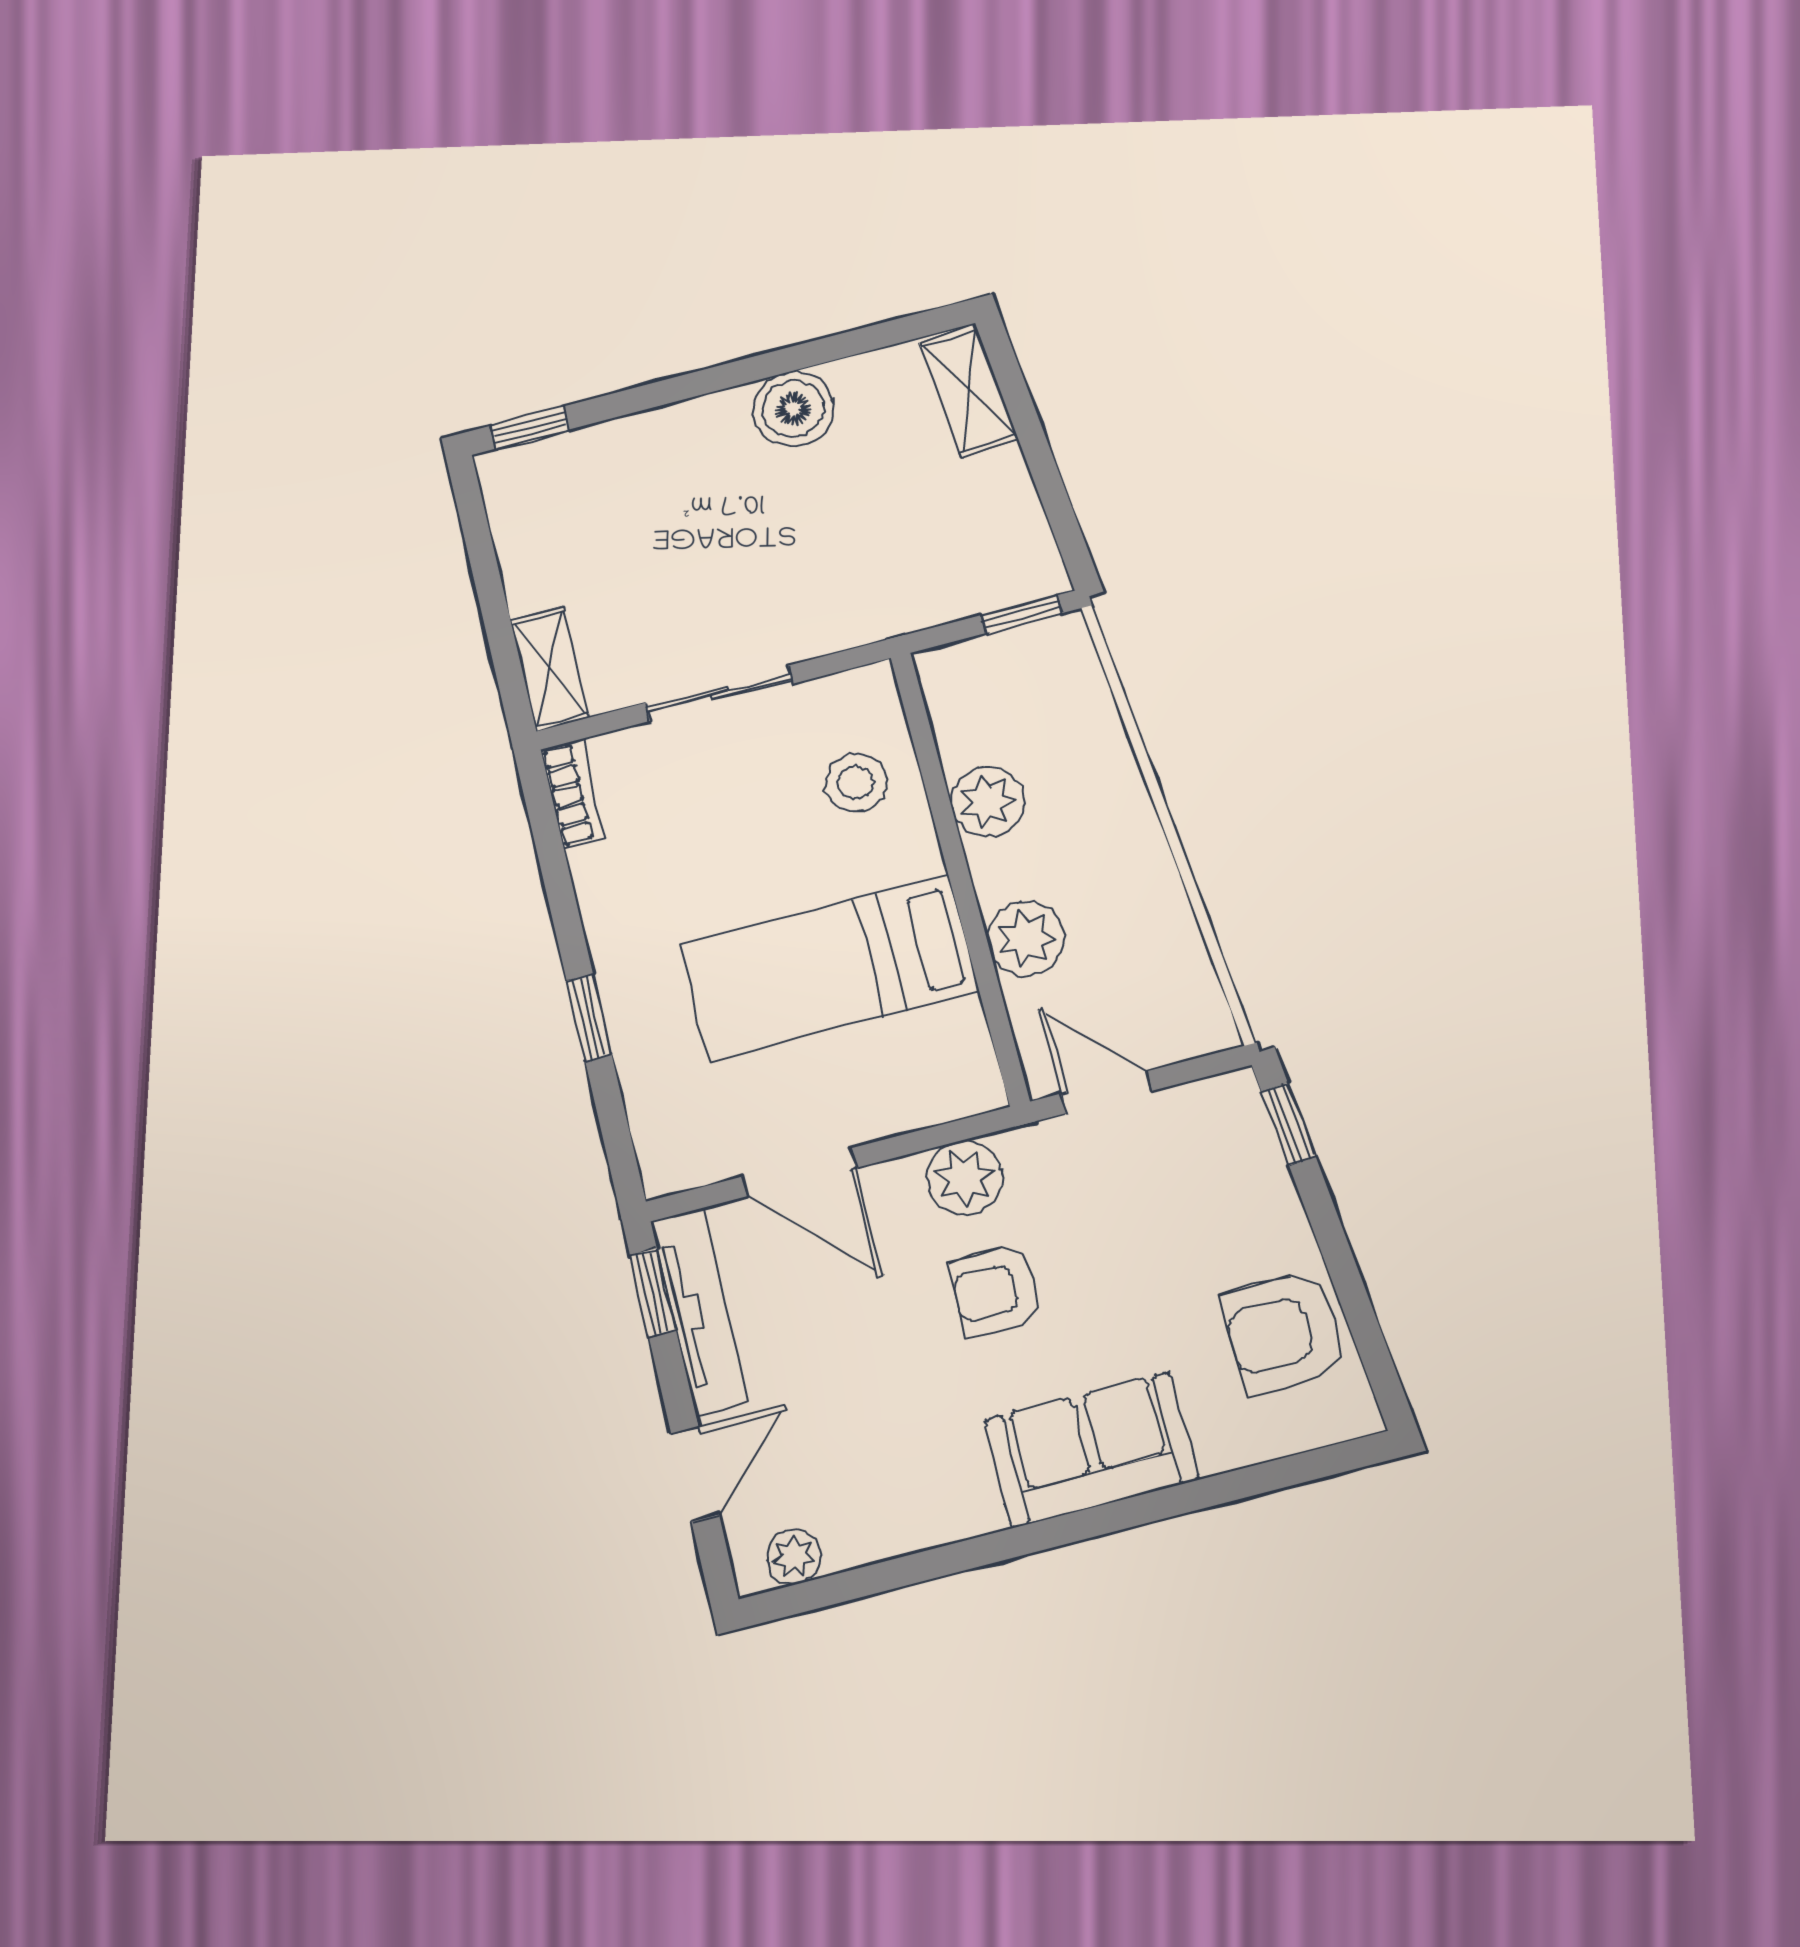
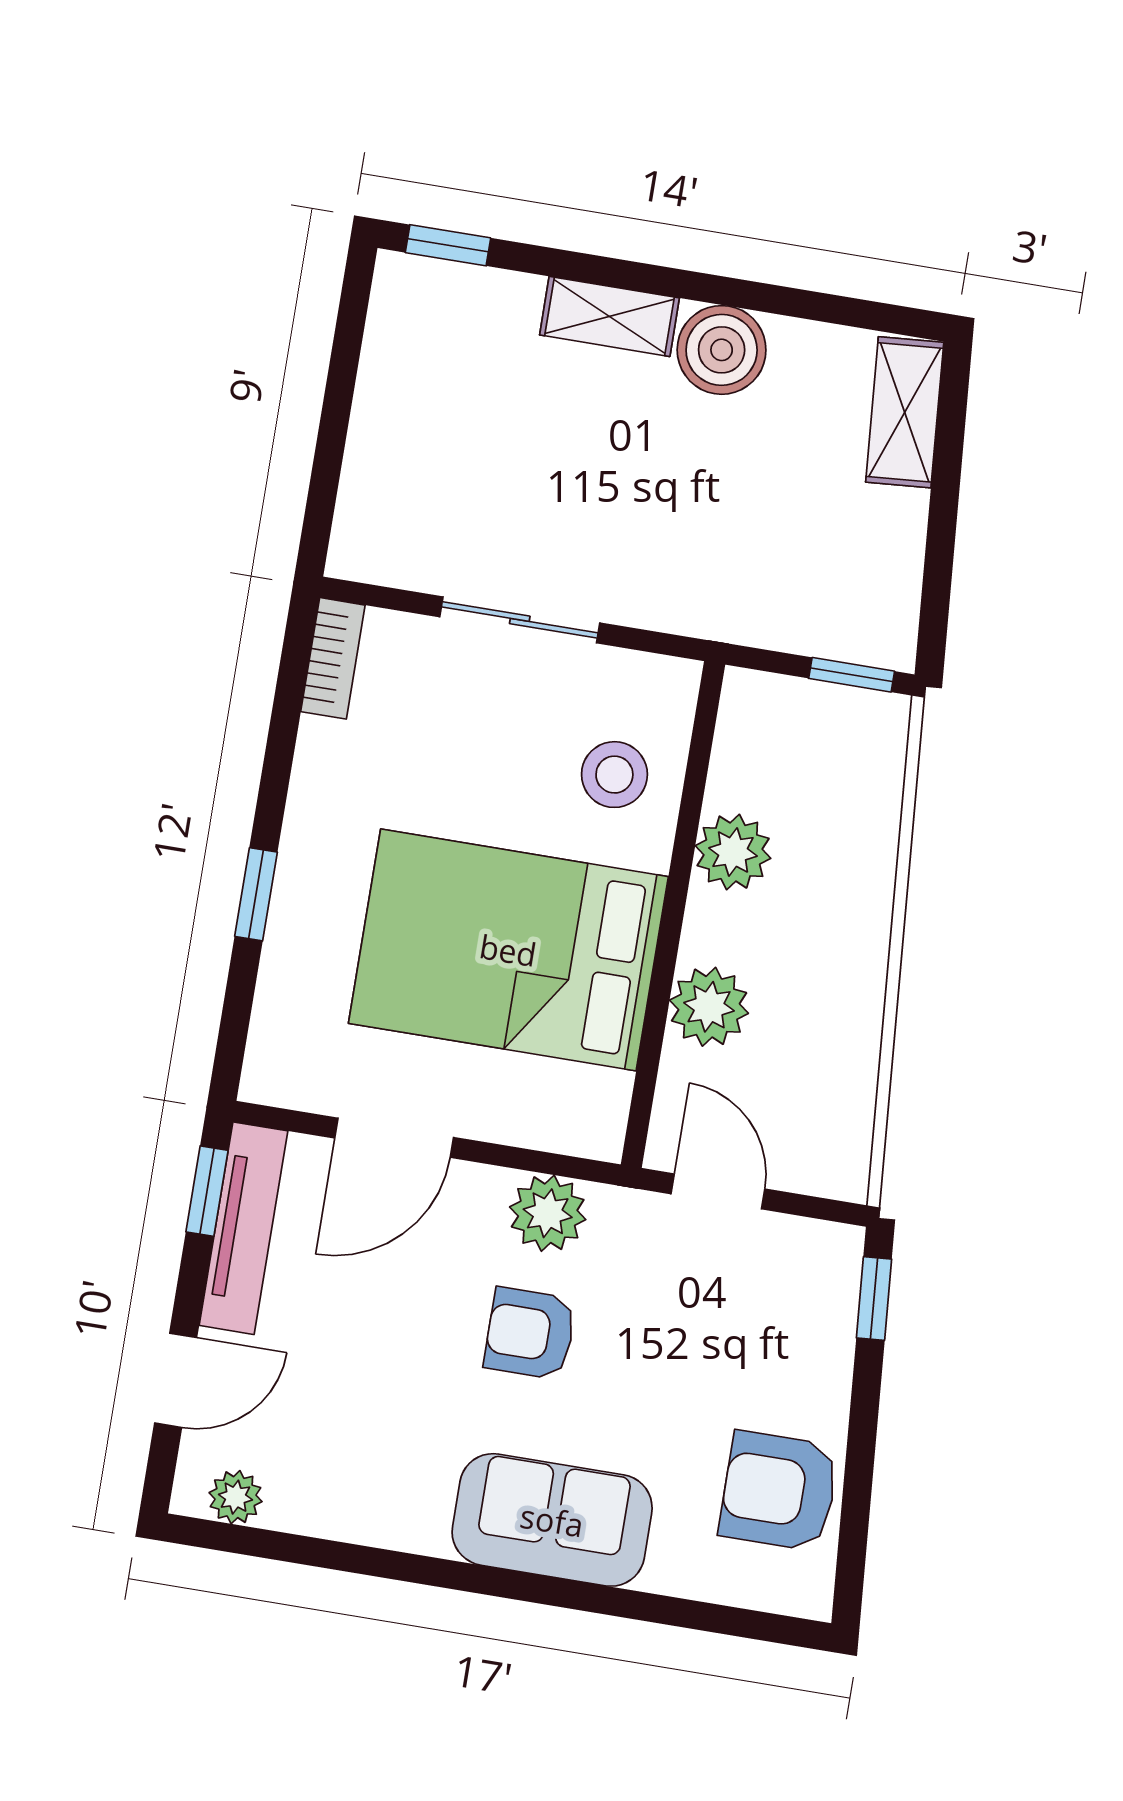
shelving: (550, 669) -> (609, 316), moved, turned 90
bed: (829, 968) -> (508, 950), width x1.50
door: (799, 1172) -> (394, 1138), hinge flipped

